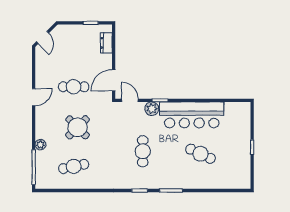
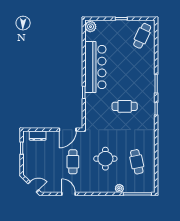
door: (114, 80) -> (68, 130), hinge flipped
door: (34, 97) -> (68, 194), moved
door: (130, 100) -> (84, 117), removed
plant: (152, 109) -> (90, 27), moved
round table: (78, 127) -> (105, 159), turned 45
cafe table: (201, 154) -> (142, 36), moved

